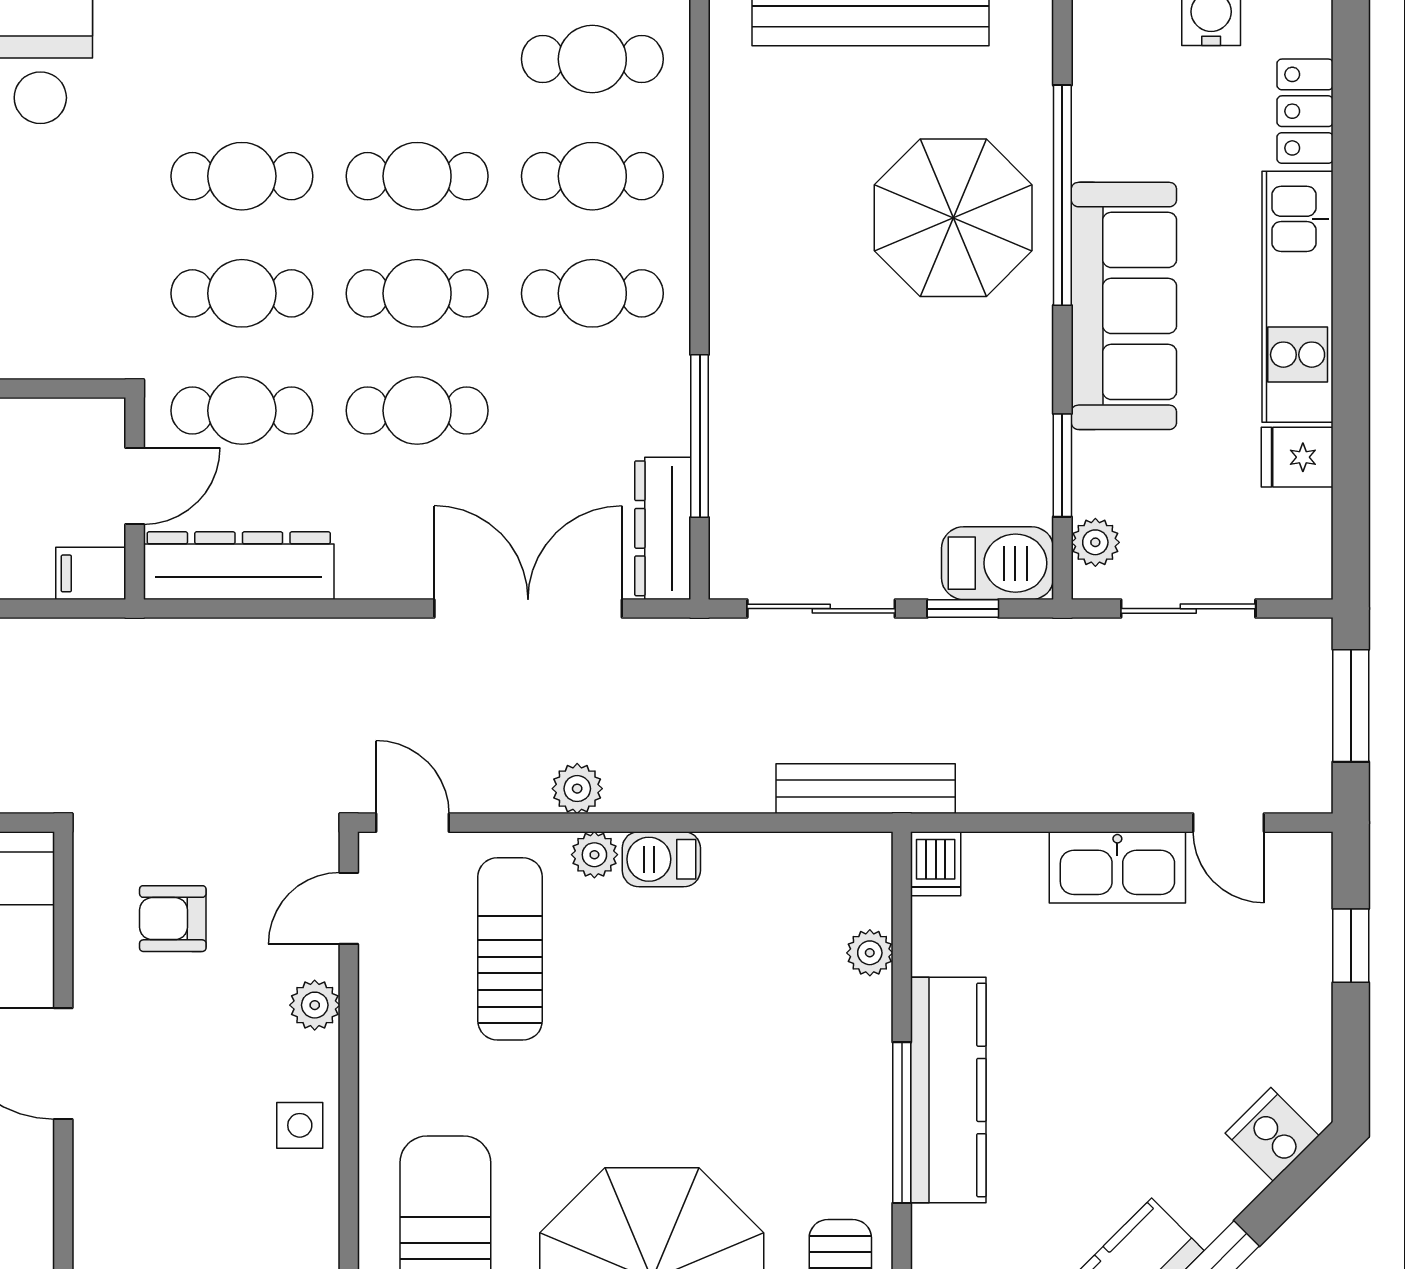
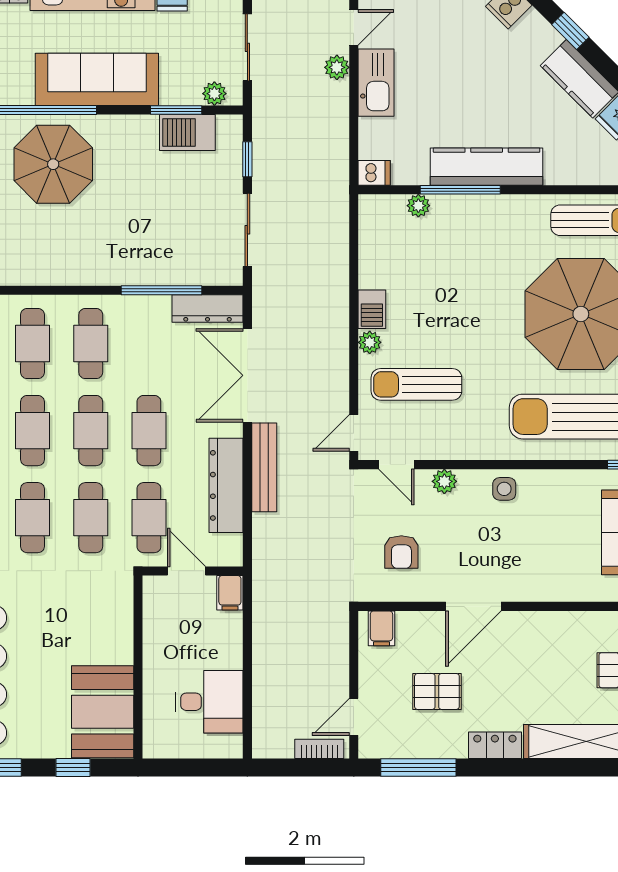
barbecue: (998, 563) -> (187, 133), moved, turned -90
dresser: (239, 566) -> (226, 485), moved
plant: (577, 789) -> (337, 67), moved
bench: (866, 789) -> (264, 467), moved
window: (902, 1123) -> (460, 190), moved

